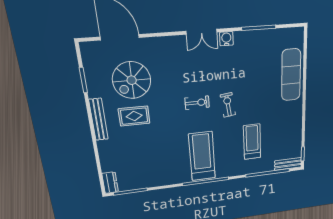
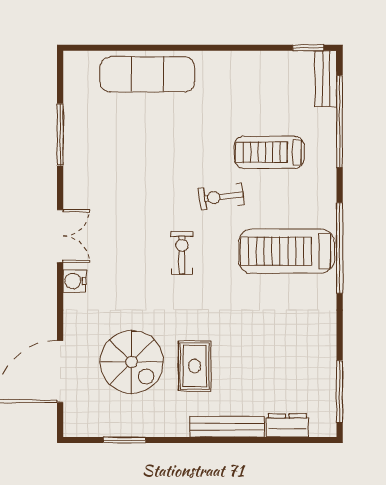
water cooler: (226, 39) -> (75, 281), moved
exercise bike: (228, 105) -> (222, 197), moved
bench: (99, 119) -> (227, 427), moved
dresser: (110, 183) -> (287, 425), moved

